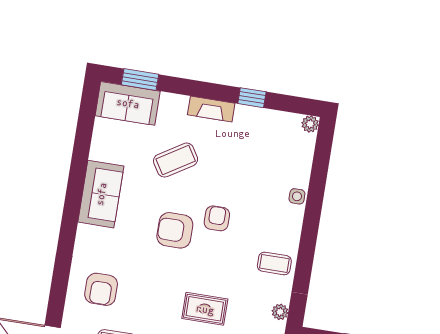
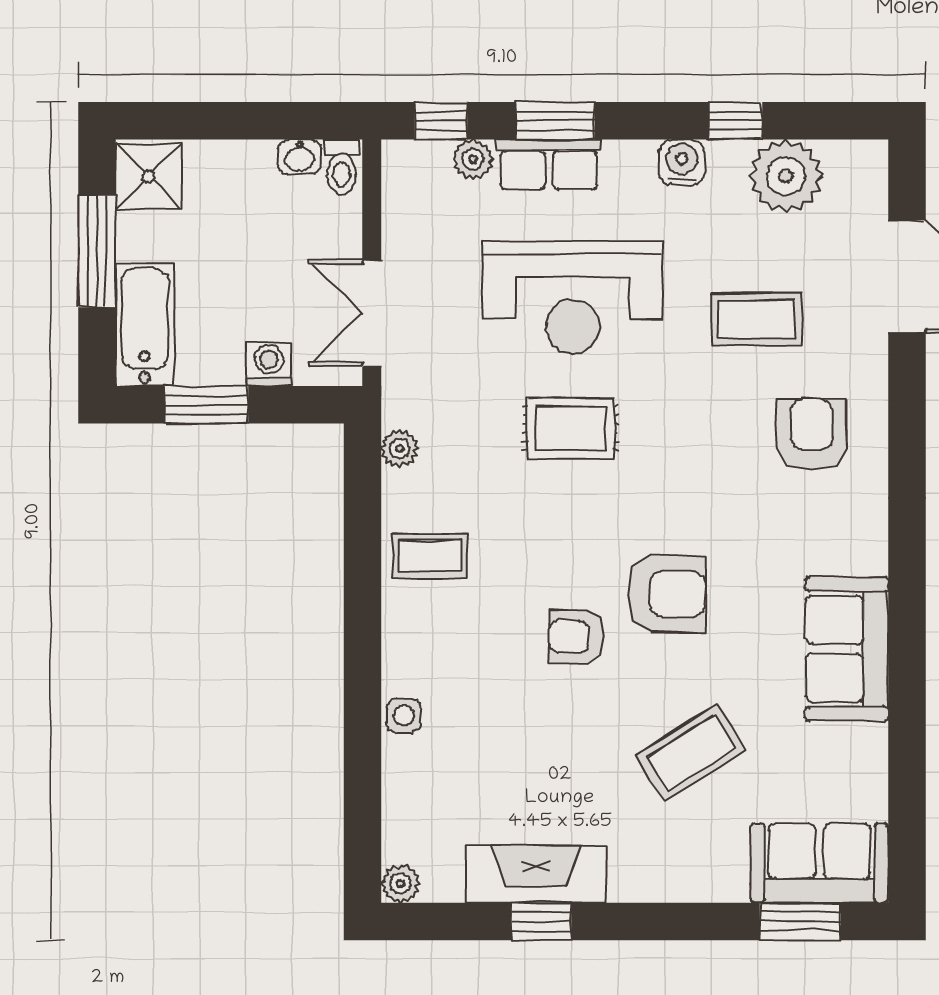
fireplace: (211, 109) -> (536, 874), moved, width x1.37, depth x1.32
armchair: (217, 218) -> (576, 636), turned 90

